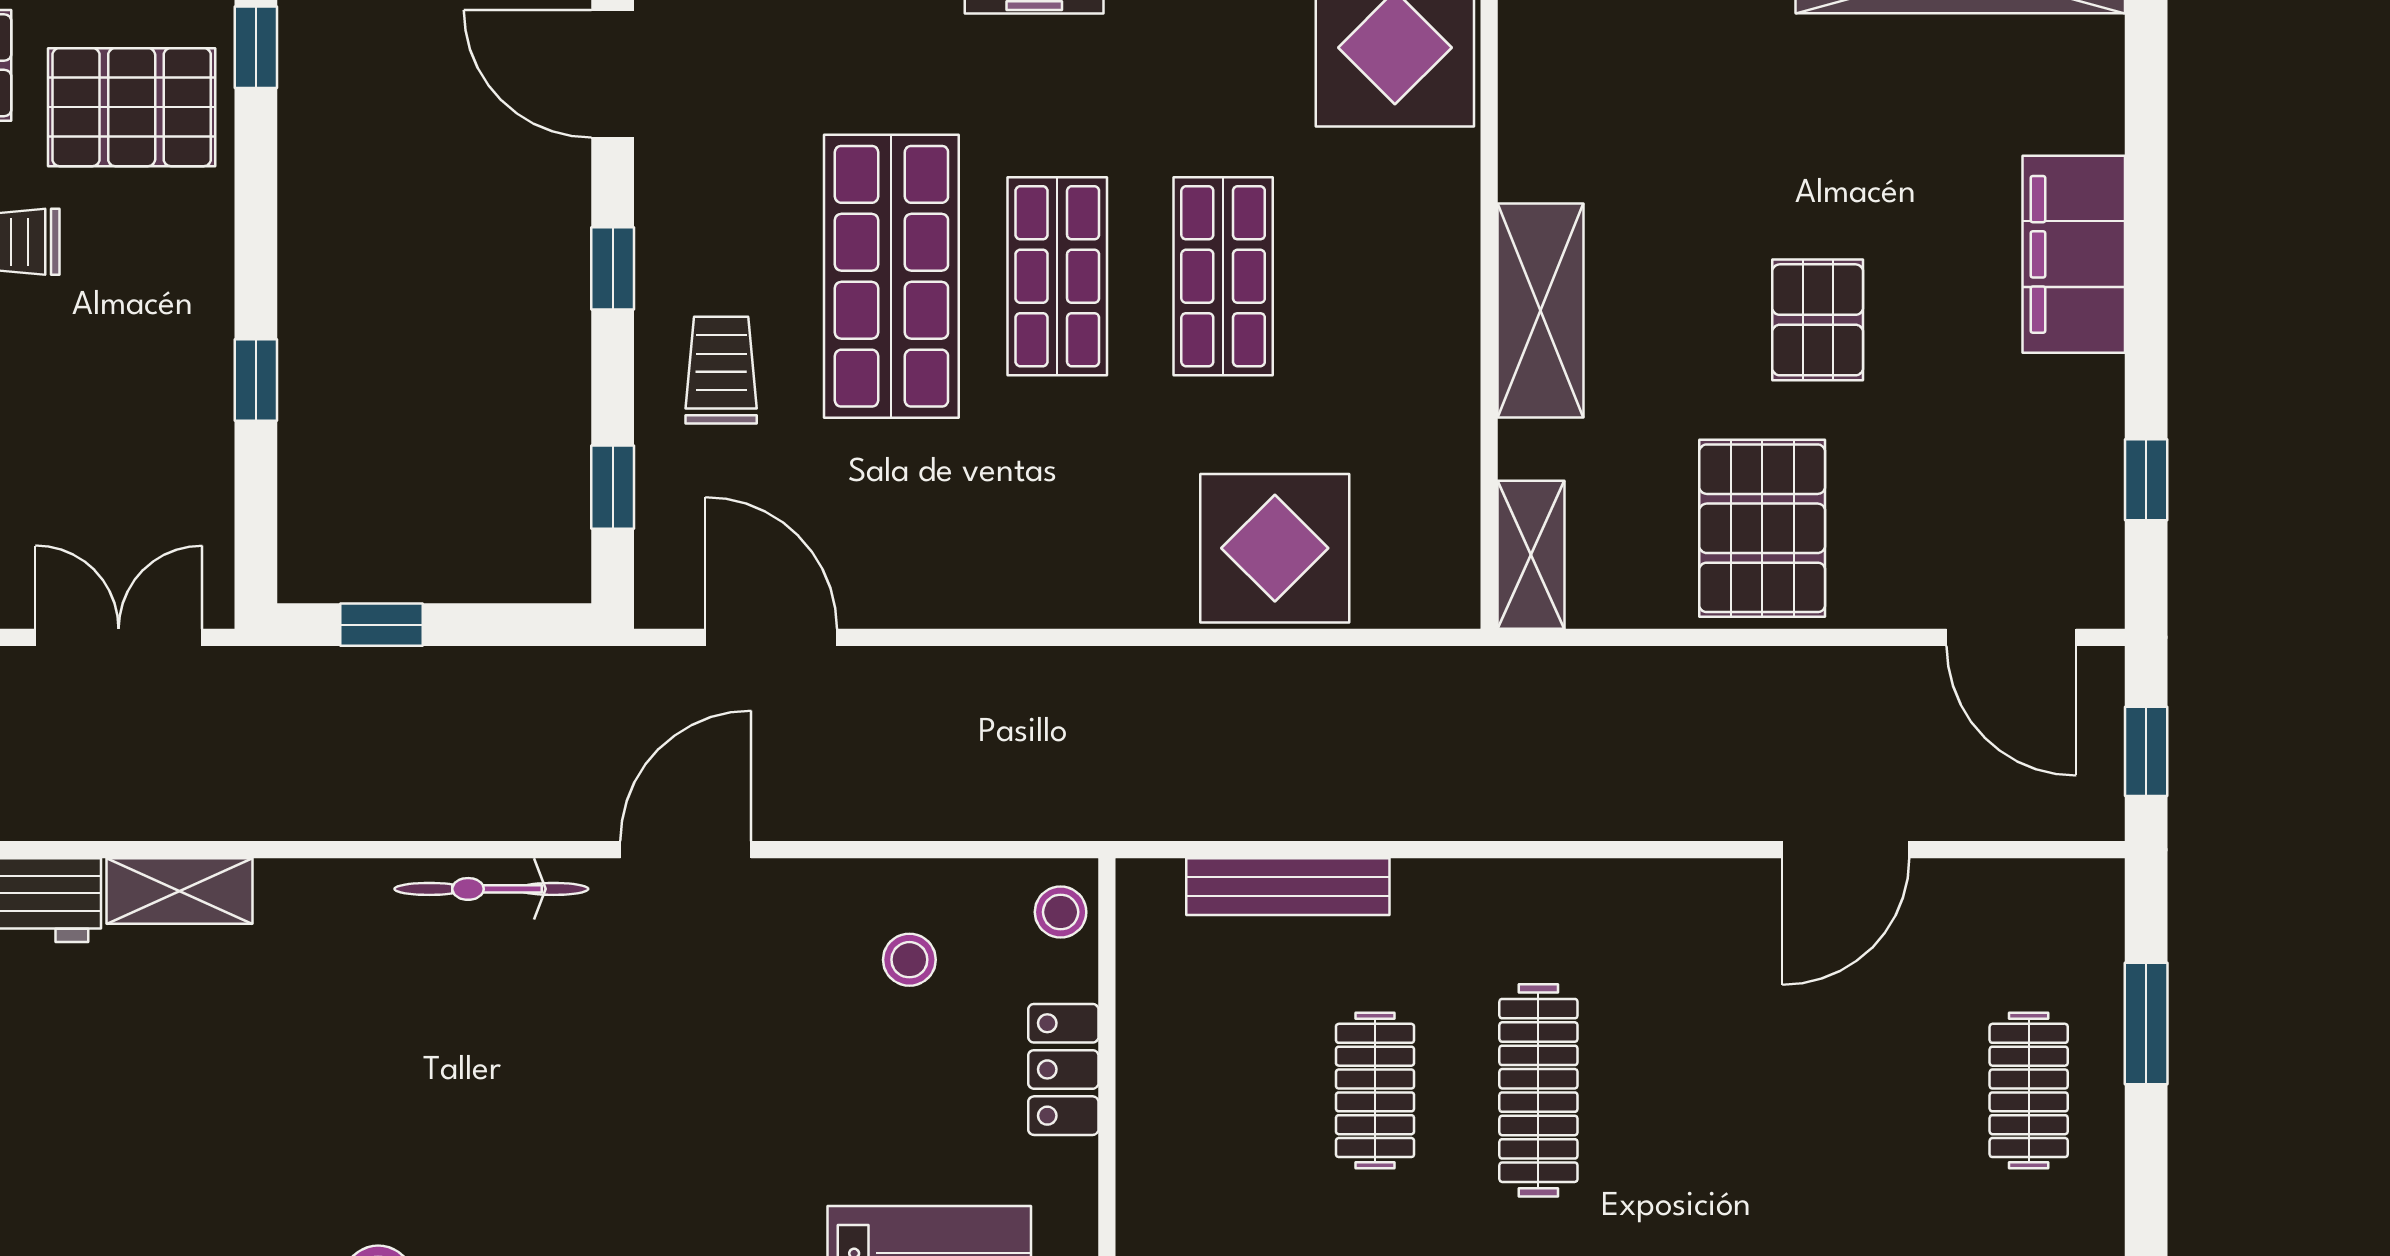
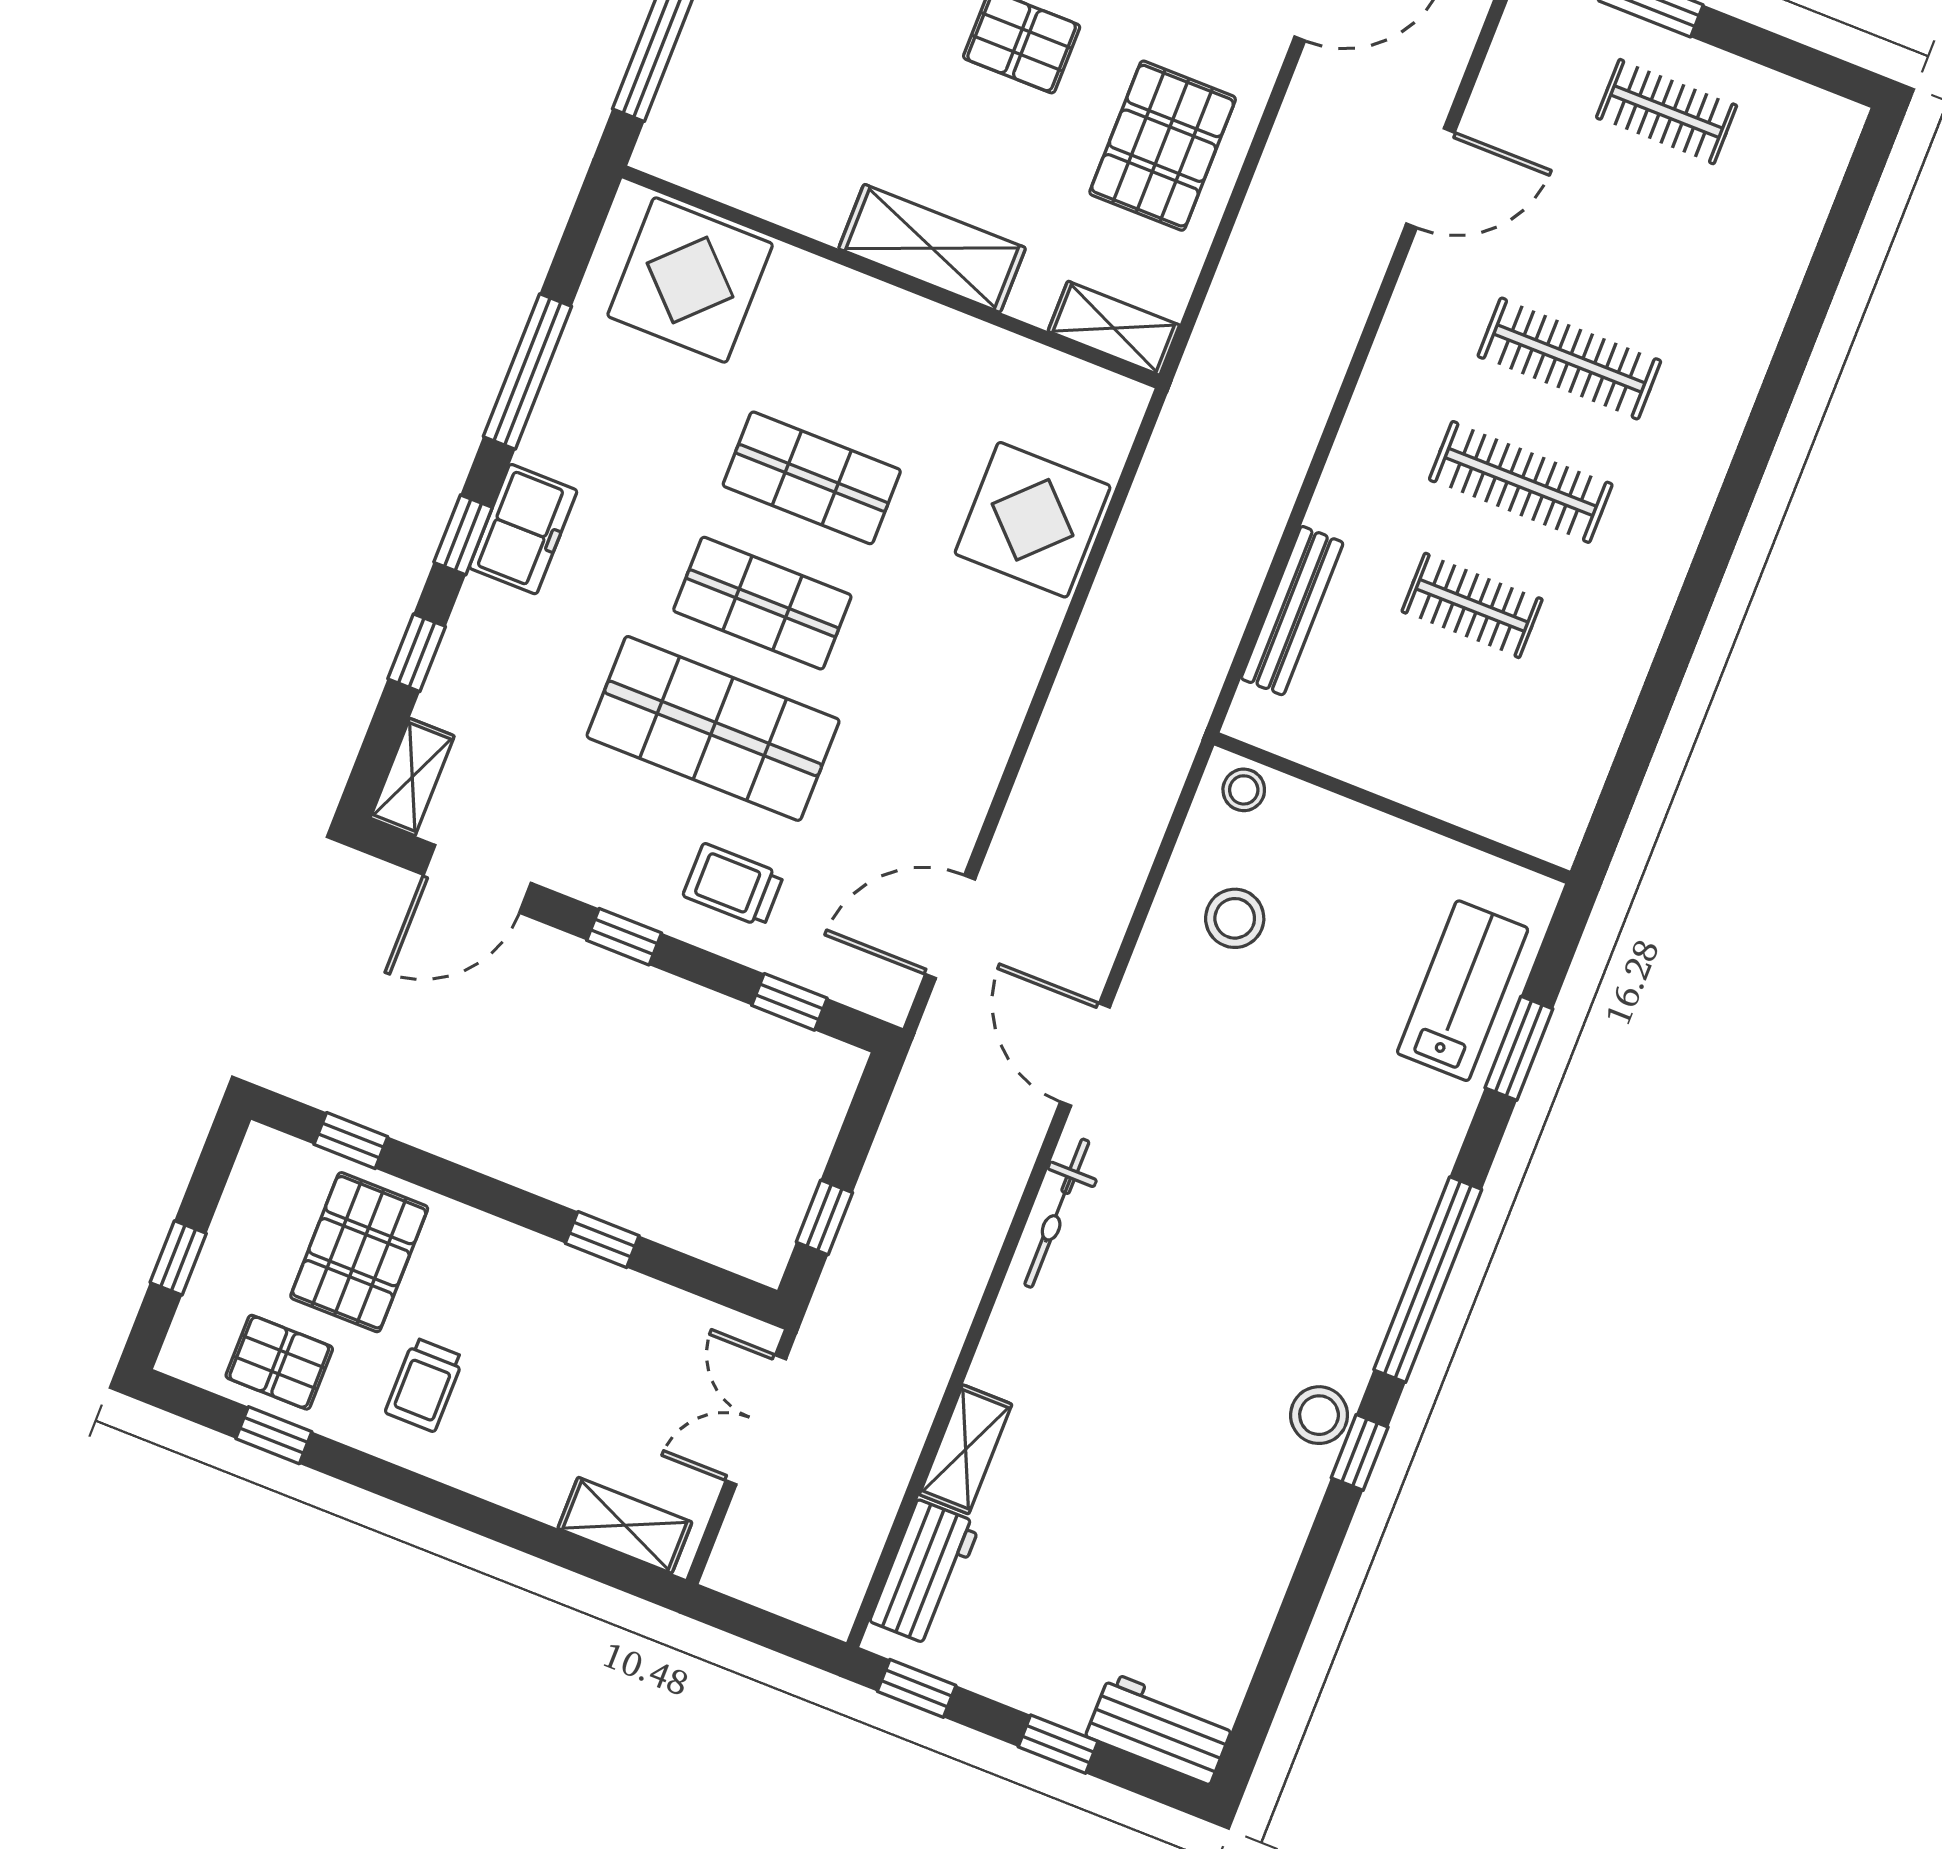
pallet: (1762, 528) -> (1163, 146), turned 90
door: (1846, 850) -> (1430, 178), hinge flipped
stool: (909, 960) -> (1235, 918), width x1.37, depth x1.37
locker: (1063, 1069) -> (1363, 835), removed
clothes rail: (1702, 1090) -> (1569, 358), added

